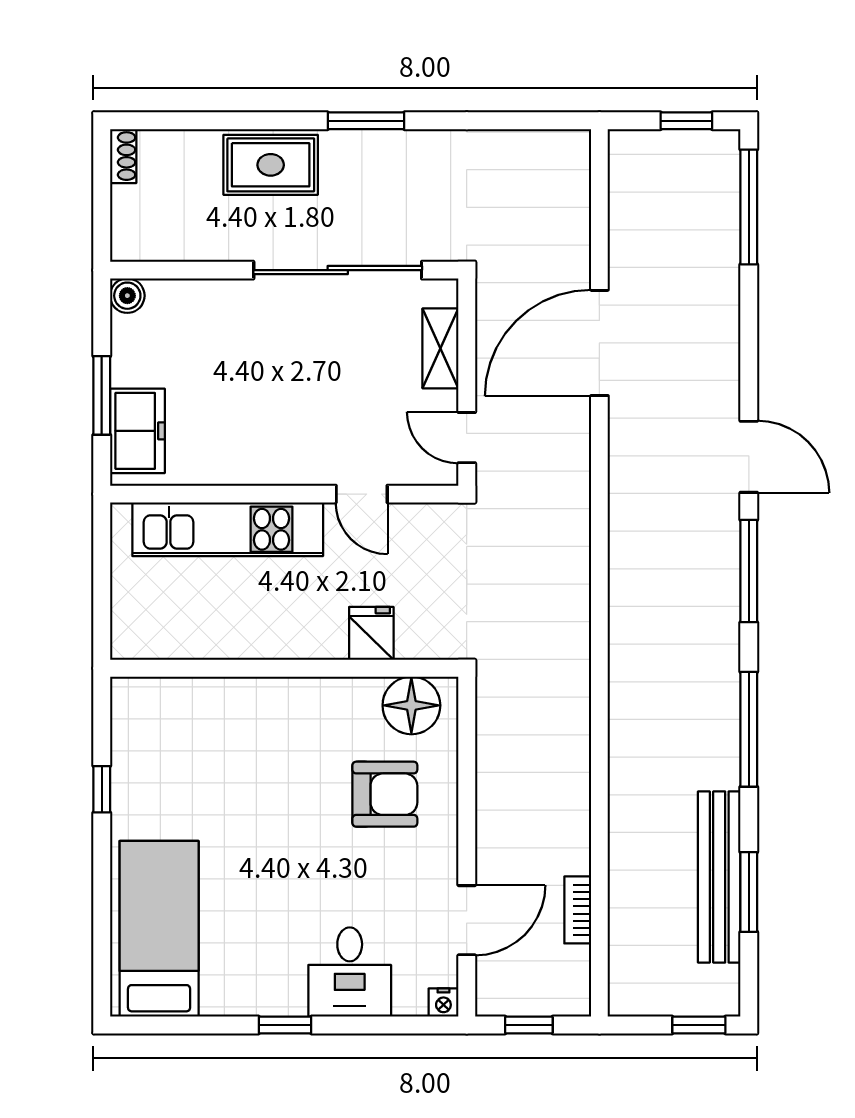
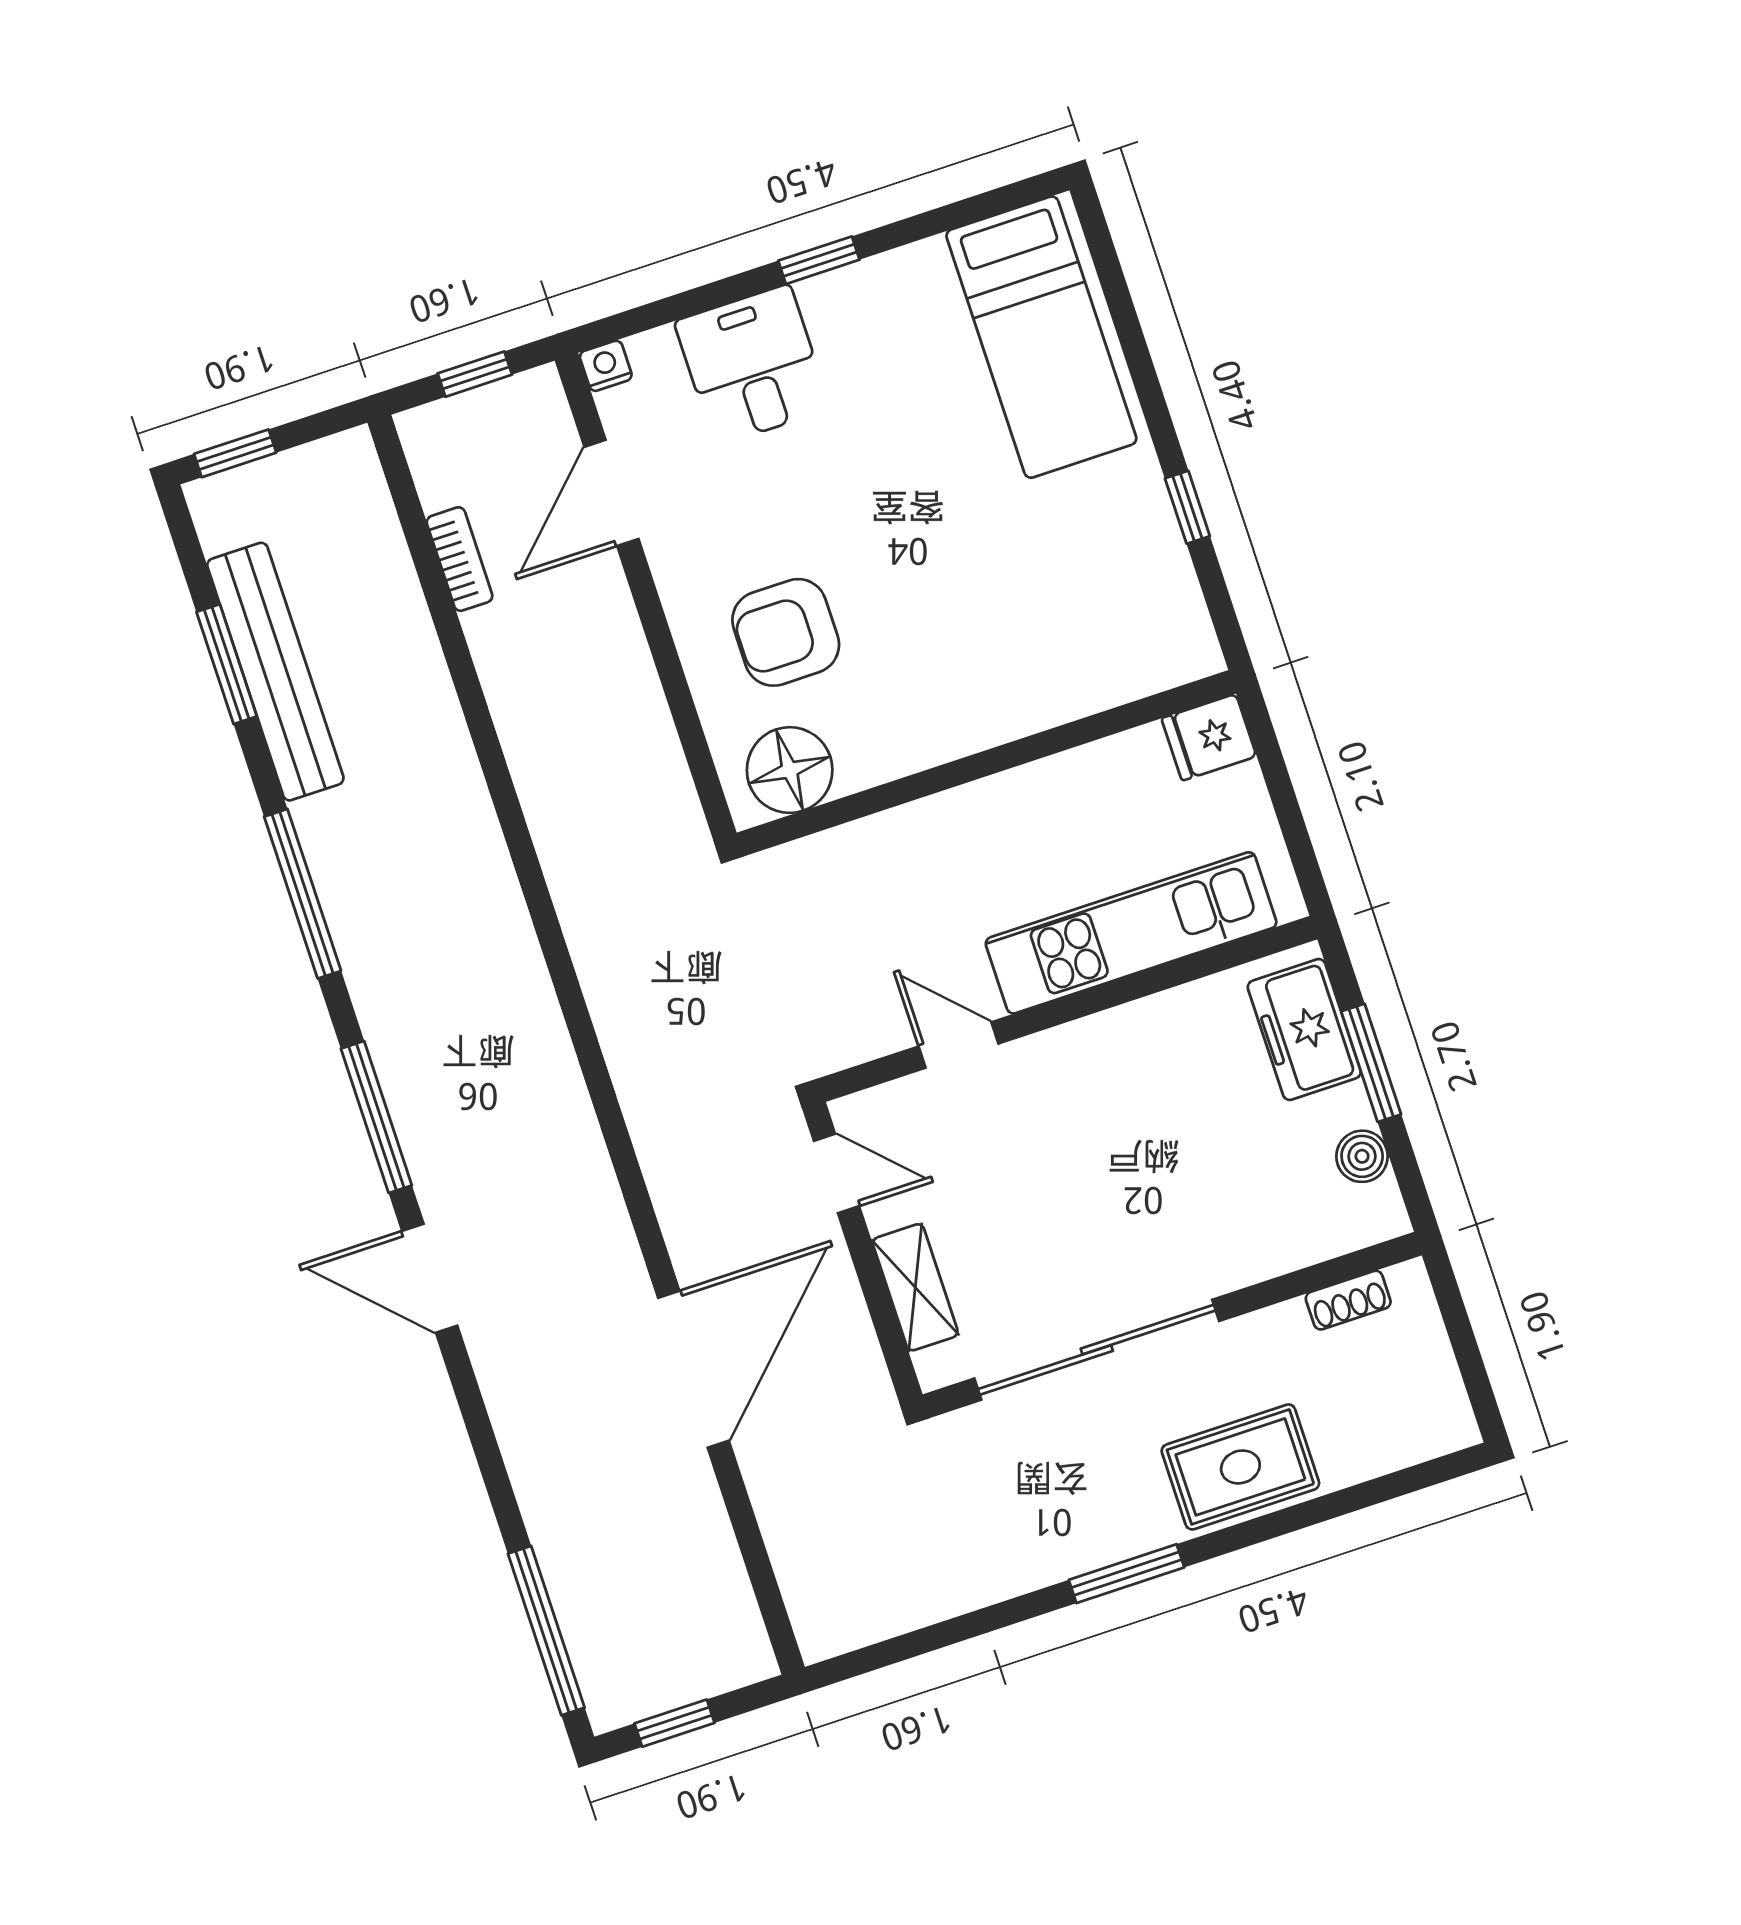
shoe rack: (123, 156) -> (1348, 1300), moved, turned -90
boiler: (127, 296) -> (1362, 1156), moved
fridge: (371, 633) -> (1209, 737), moved, turned 90

